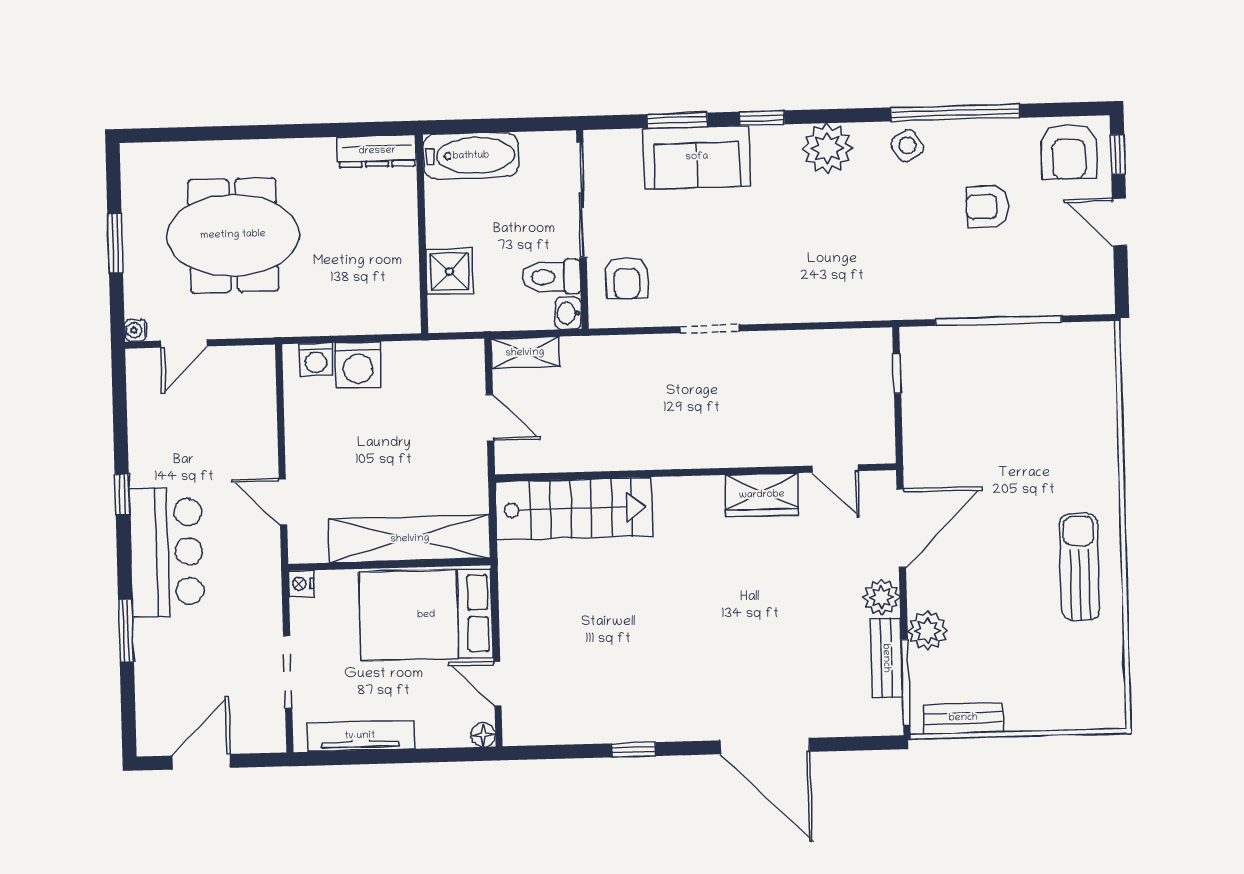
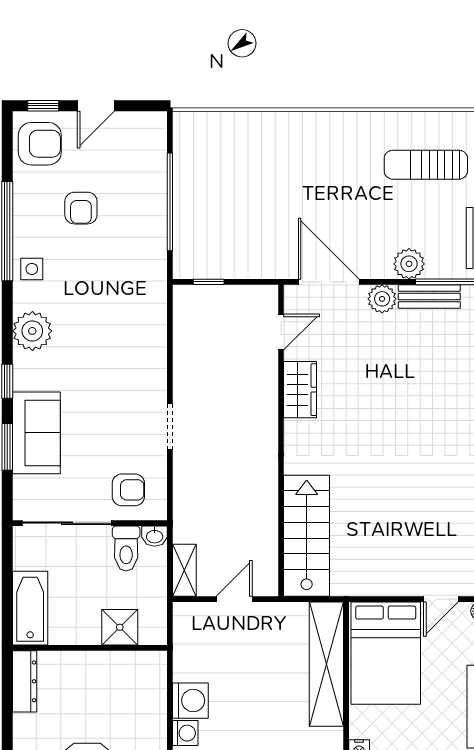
side table: (907, 146) -> (32, 269), turned 31
sun lounger: (1080, 567) -> (426, 165), moved

